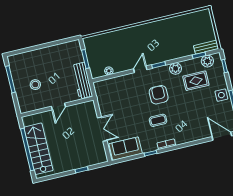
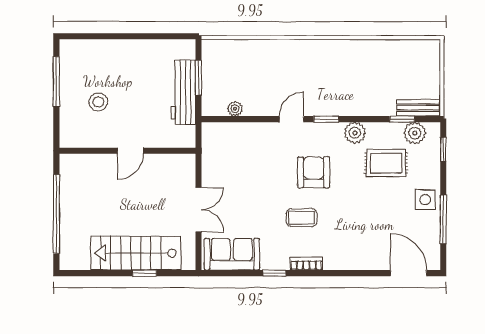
workbench: (82, 81) -> (183, 92), moved
stairs: (38, 149) -> (136, 253), moved, turned -90

